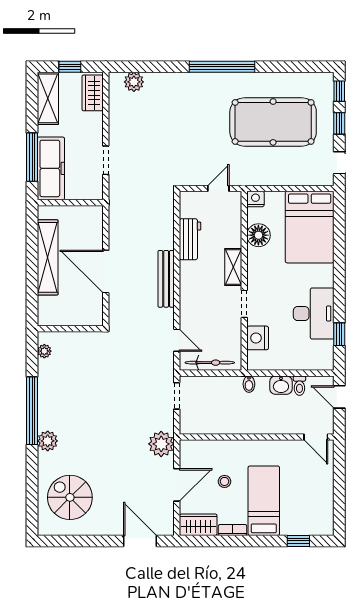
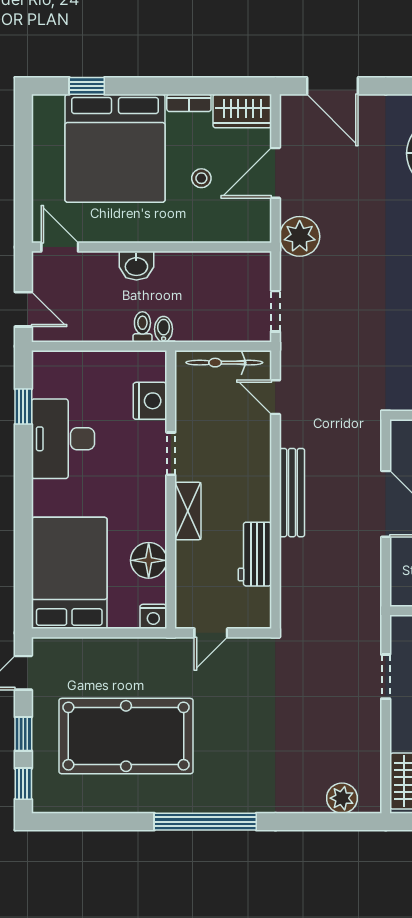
washbasin: (281, 385) -> (136, 266), moved, turned 180
toilet: (299, 386) -> (142, 327), moved
bed: (264, 501) -> (115, 148), width x2.04

